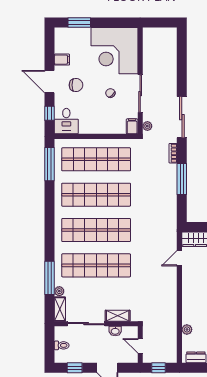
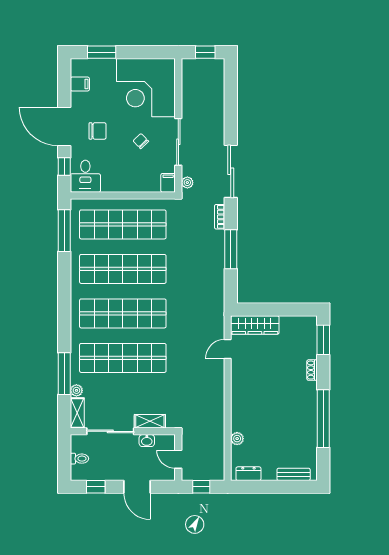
window: (162, 22) -> (205, 52), added
filing cabinet: (62, 60) -> (80, 84), moved
door: (50, 82) -> (64, 127), width x1.36

